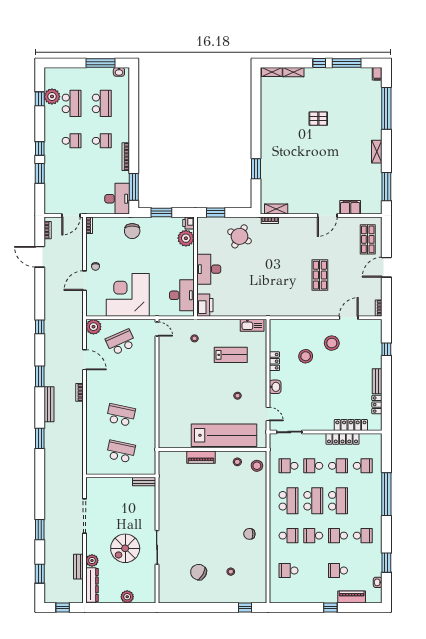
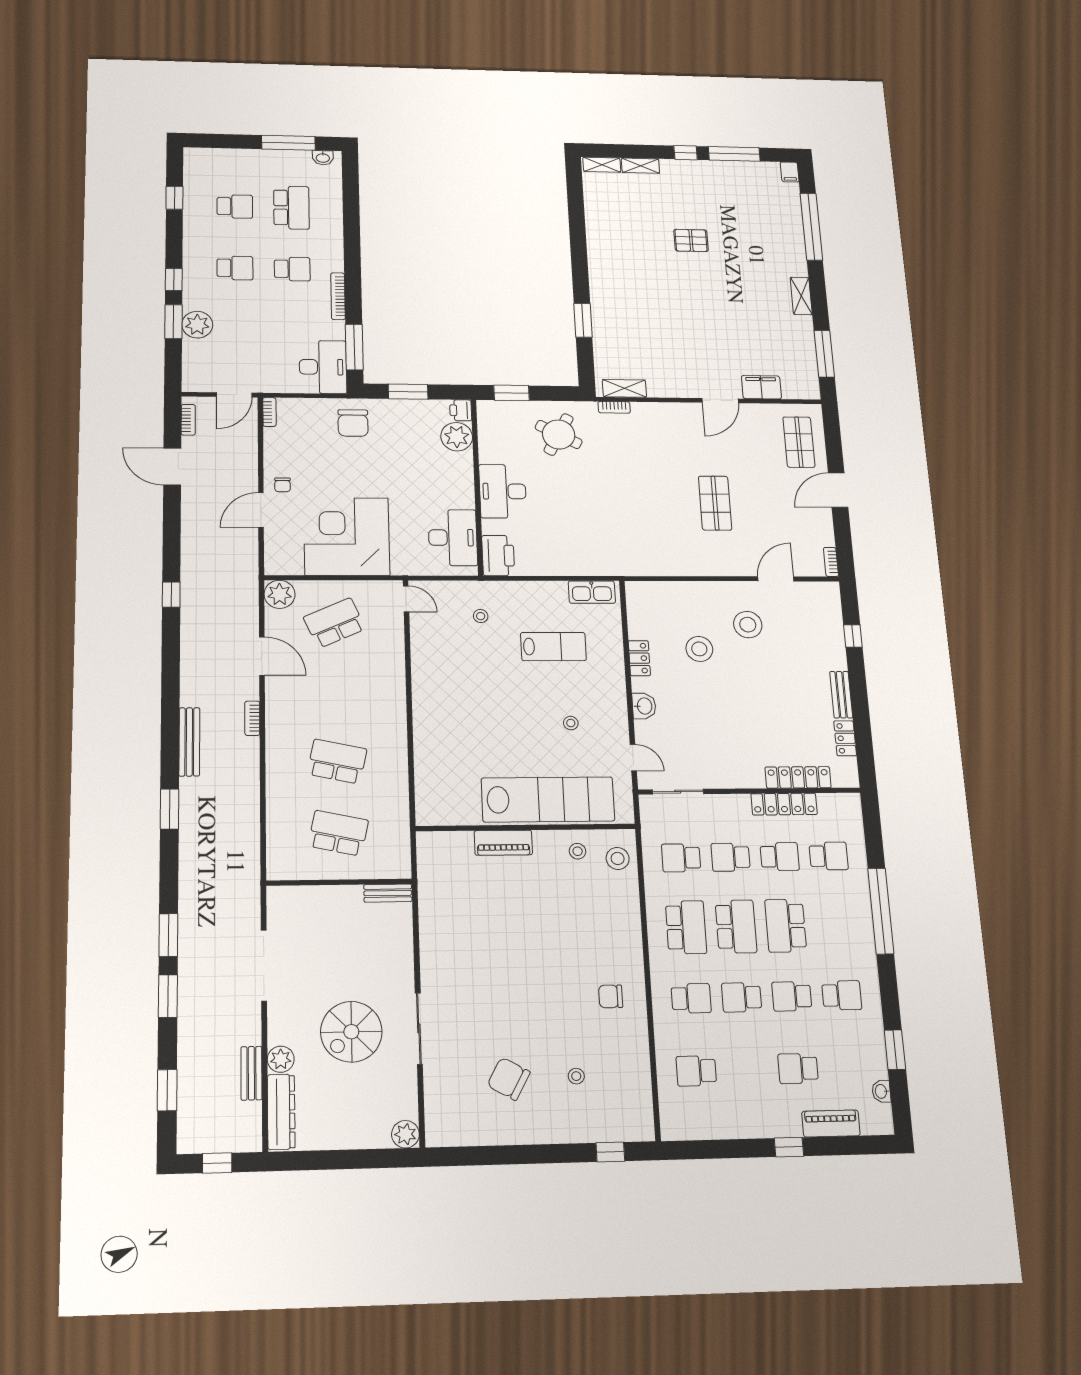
plant: (52, 96) -> (197, 325), moved
school desk: (72, 103) -> (235, 206), width x0.54
window: (40, 376) -> (168, 935), moved
school desk: (338, 501) -> (786, 926), turned 180
plant: (127, 597) -> (405, 1134), moved

